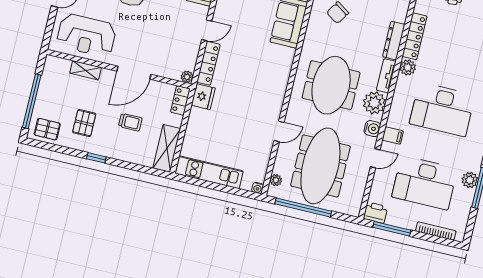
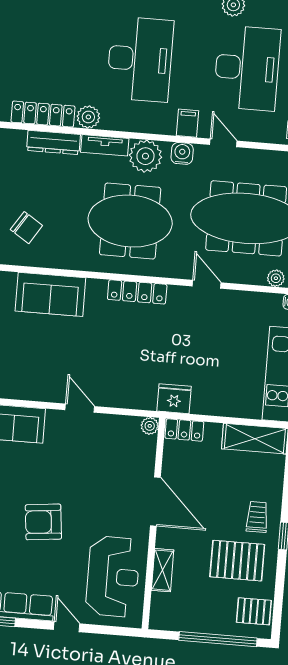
locker: (208, 63) -> (137, 292), moved, turned 180
trolley: (130, 122) -> (257, 517), moved
pallet: (84, 123) -> (237, 561), width x1.50, depth x1.42
pallet: (47, 129) -> (254, 611), turned 90

